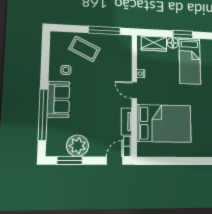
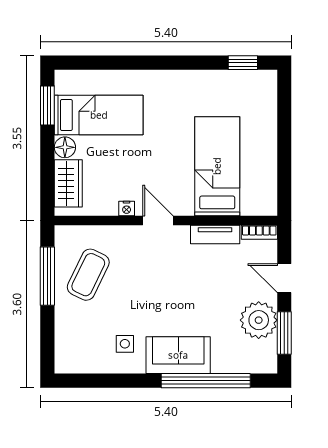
window: (183, 34) -> (47, 106), moved
coffee table: (84, 49) -> (88, 275), moved
door: (134, 90) -> (158, 220), swing flipped
bed: (164, 123) -> (217, 166), width x0.67
door: (115, 161) -> (284, 278), moved

